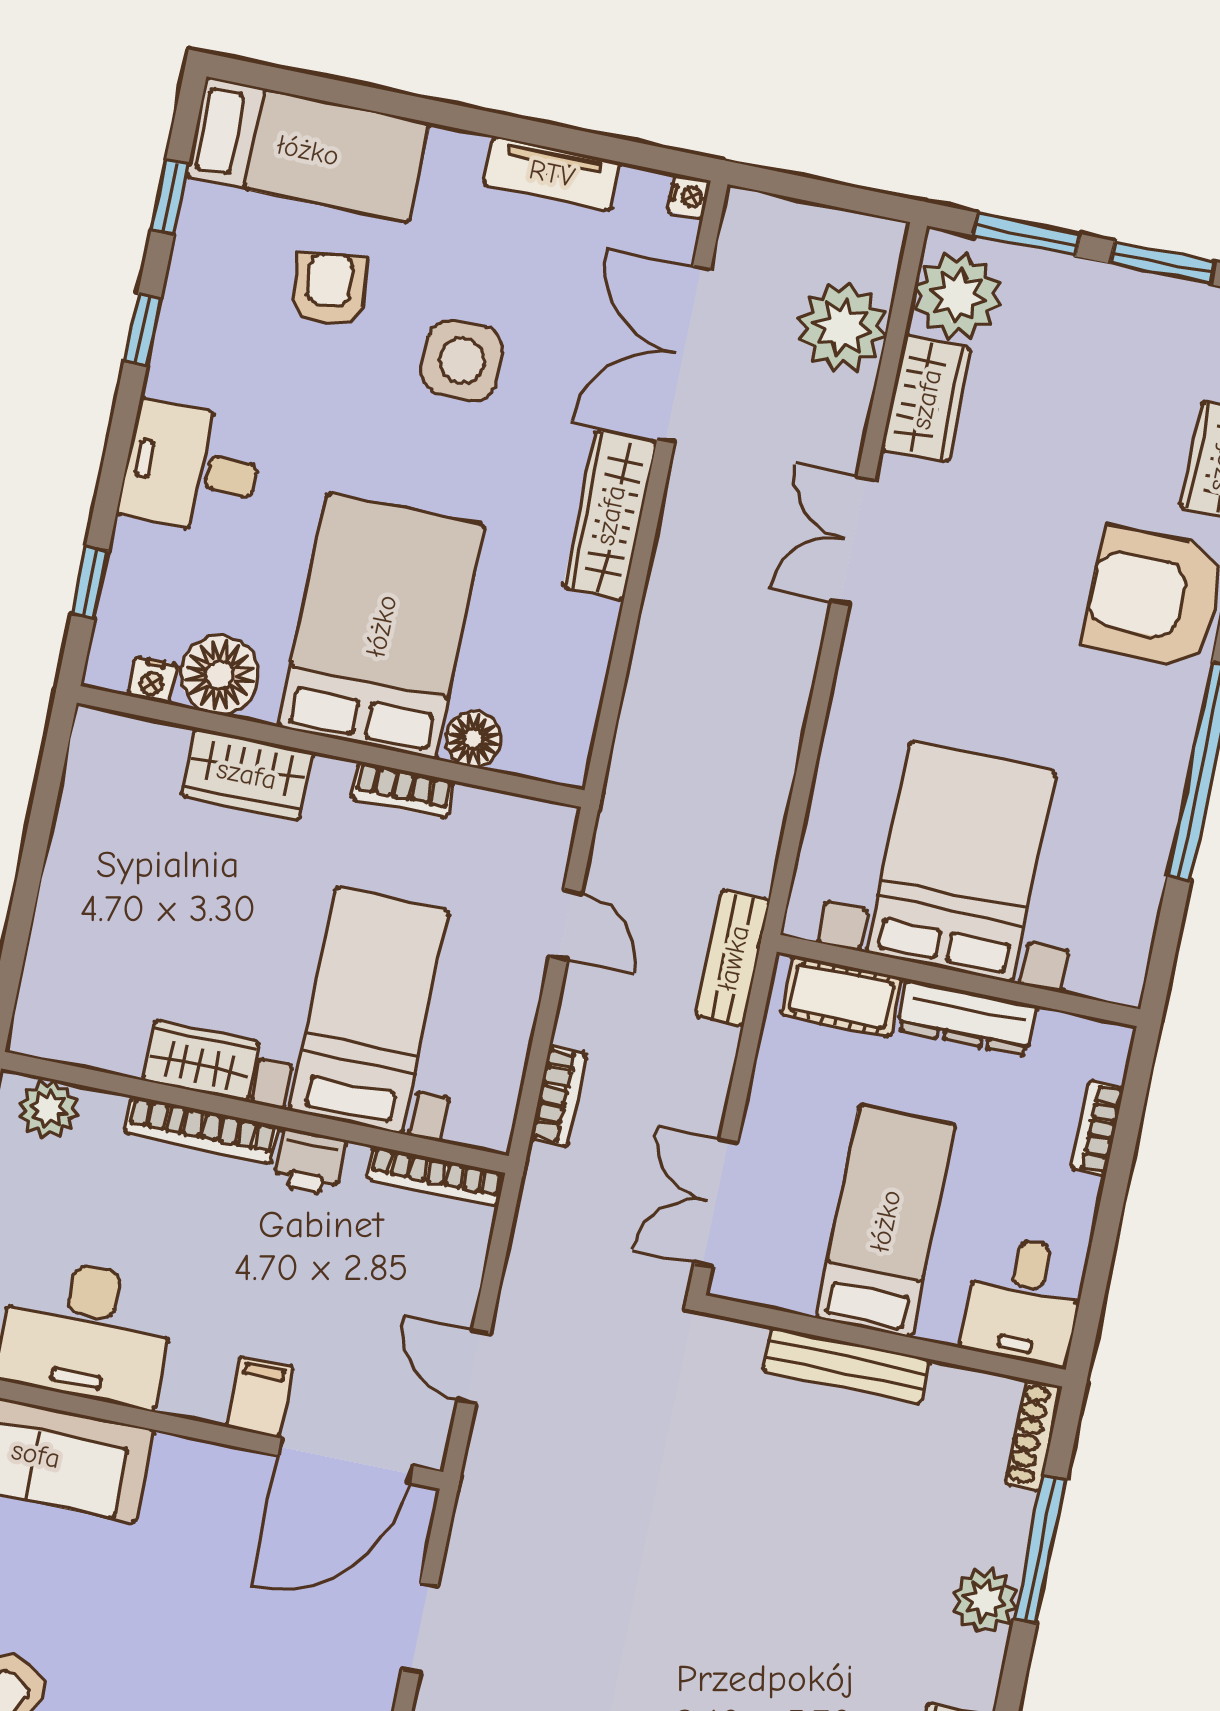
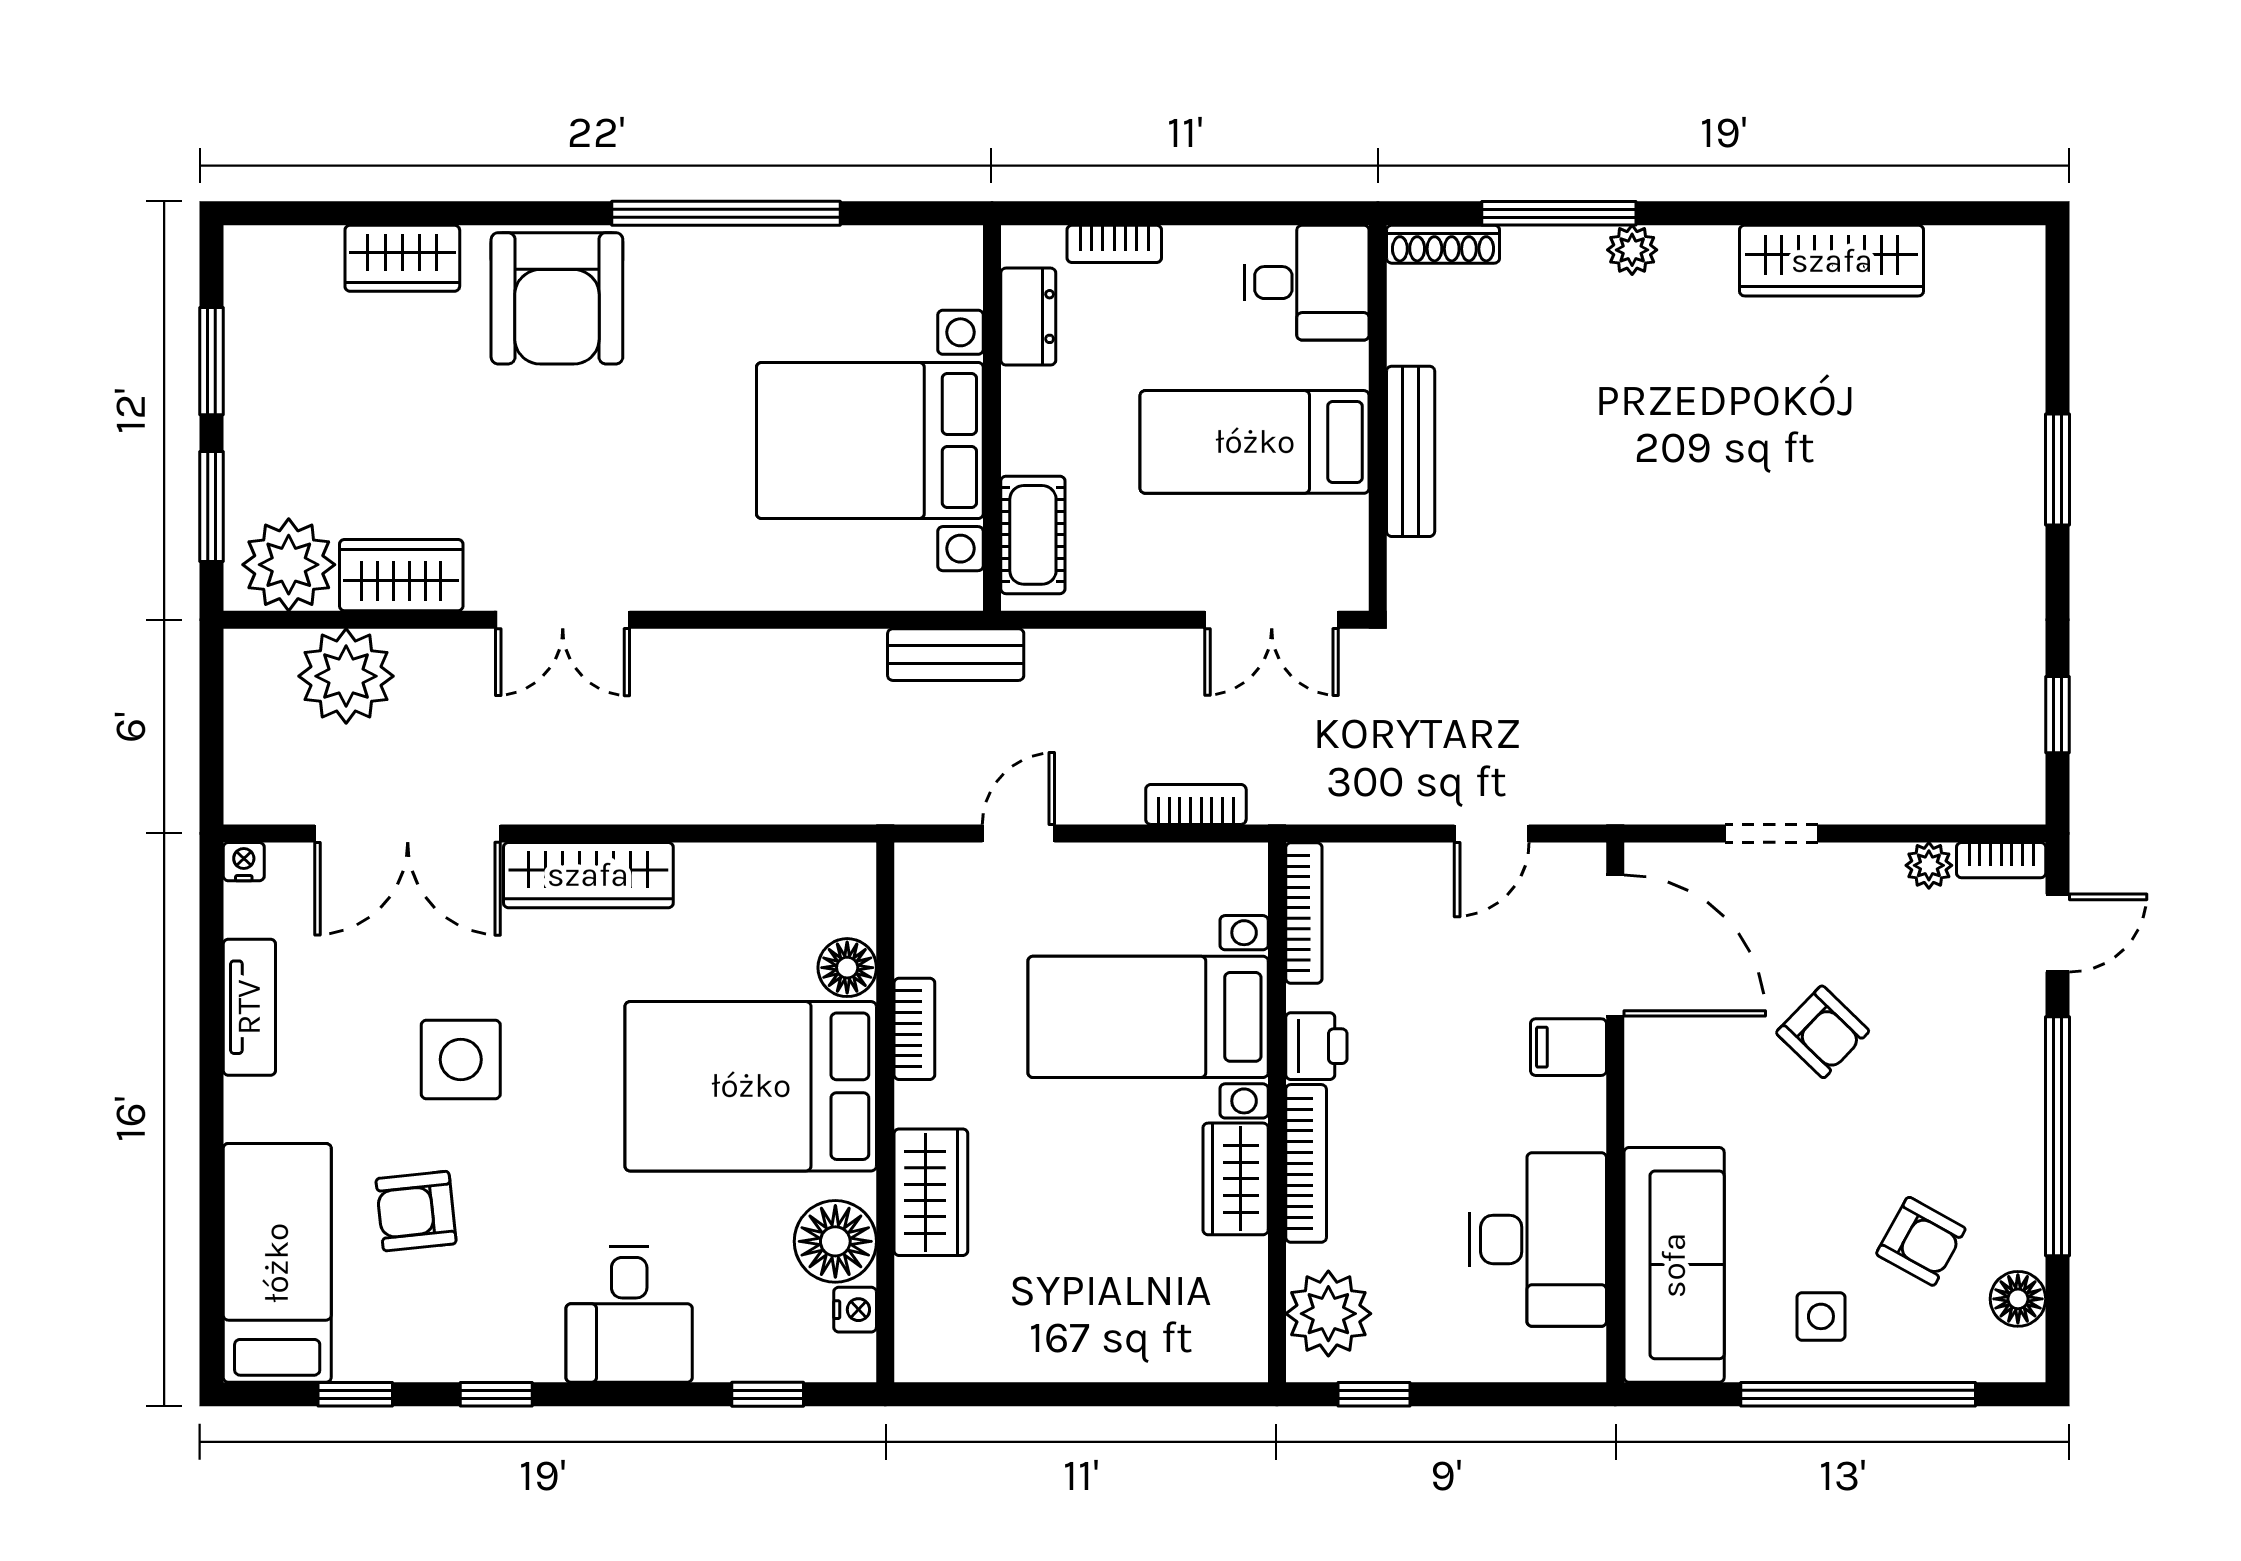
bench: (733, 958) -> (956, 655), moved
dresser: (967, 1018) -> (1028, 317), moved, width x0.70
plant: (49, 1109) -> (1328, 1314), width x1.36, depth x1.36
plant: (985, 1600) -> (1632, 250), width x0.73, depth x0.73
armchair: (225, 1637) -> (1823, 1032), added

